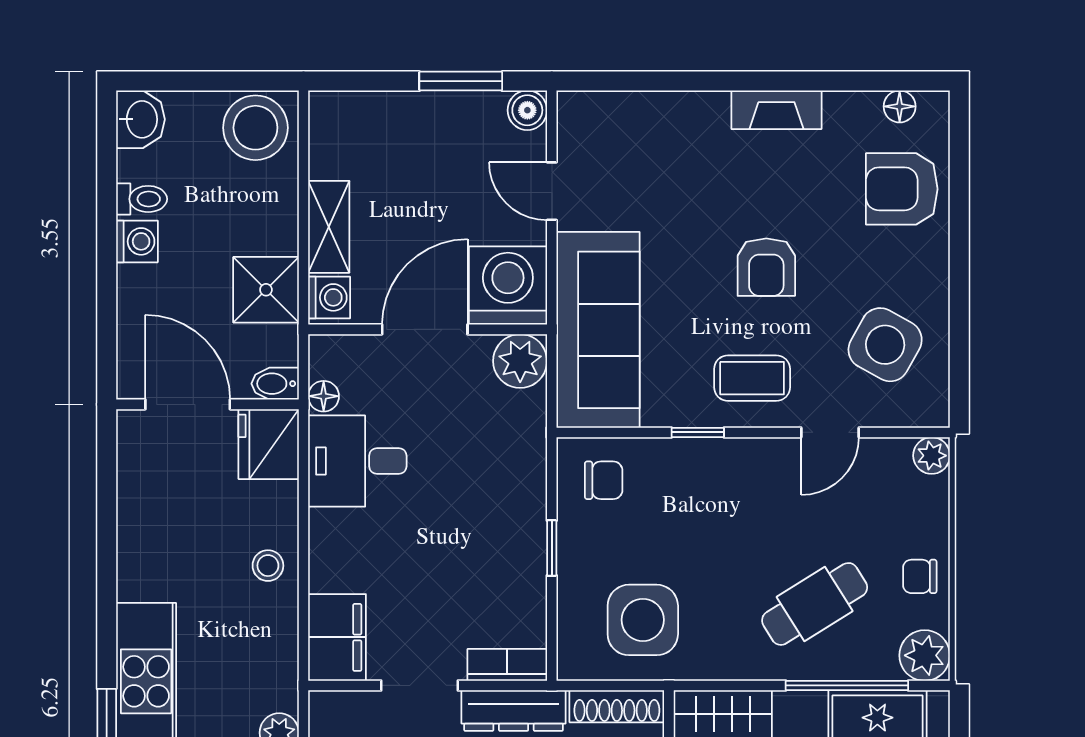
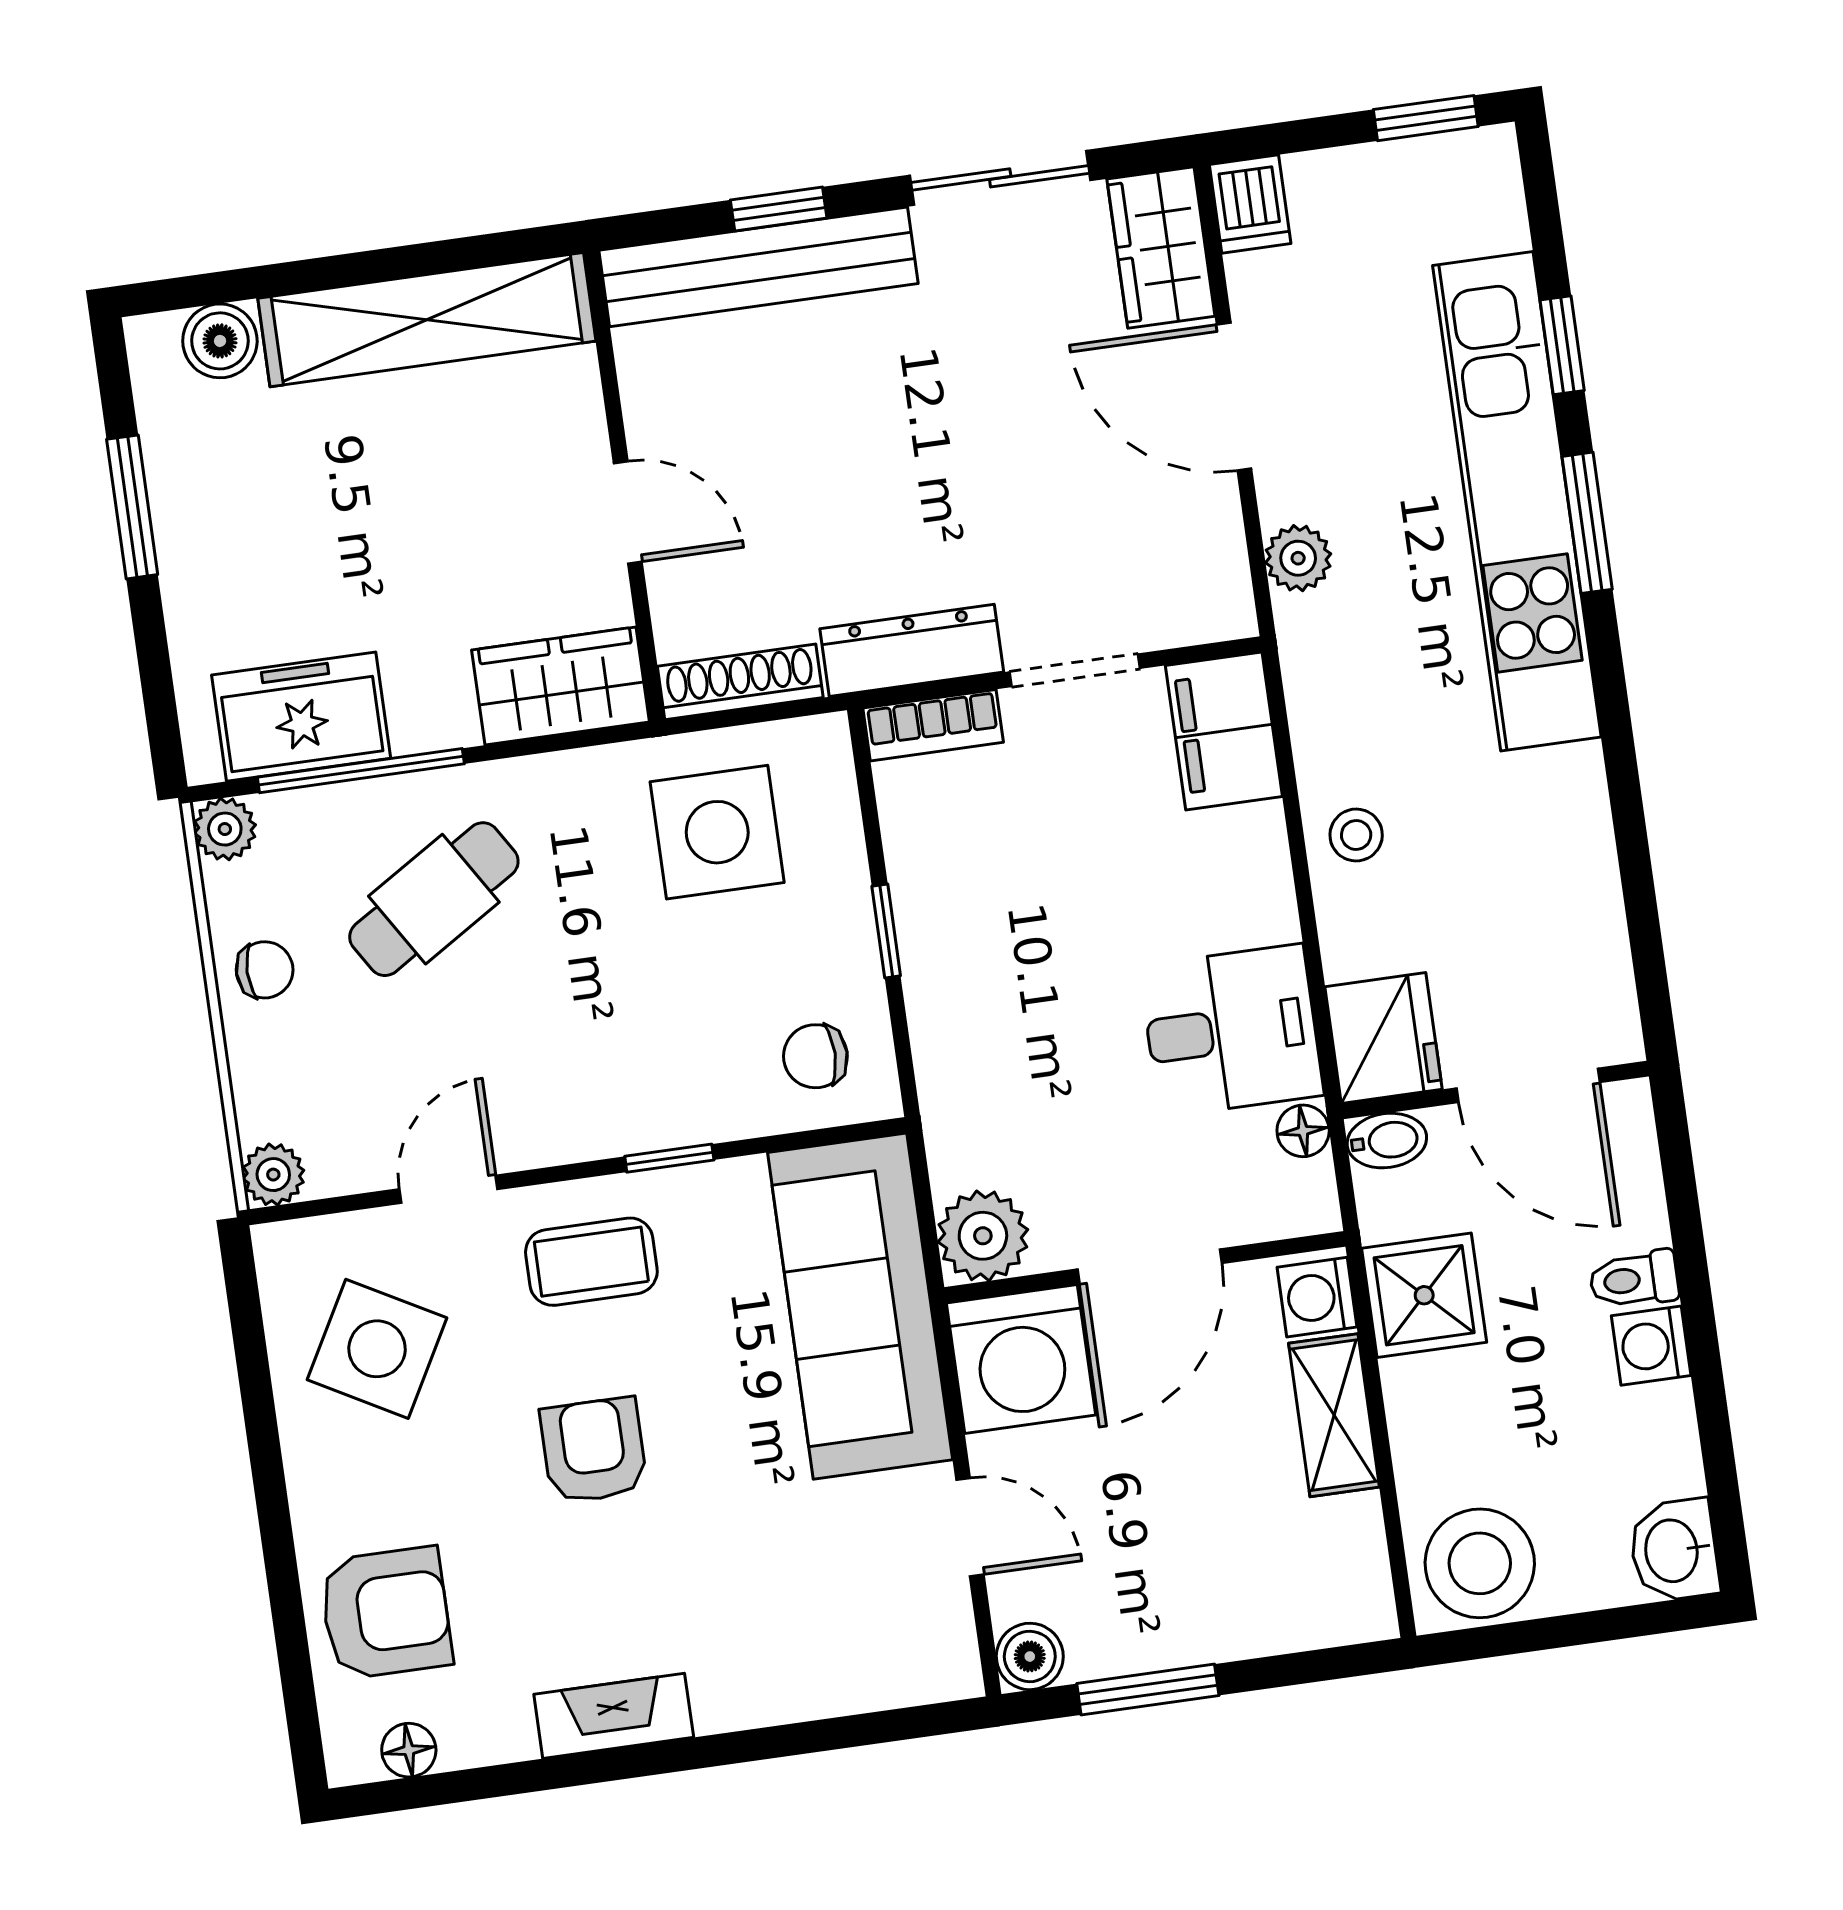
toilet: (142, 199) -> (1634, 1279), moved
plant: (925, 655) -> (225, 829), width x0.73, depth x0.73

